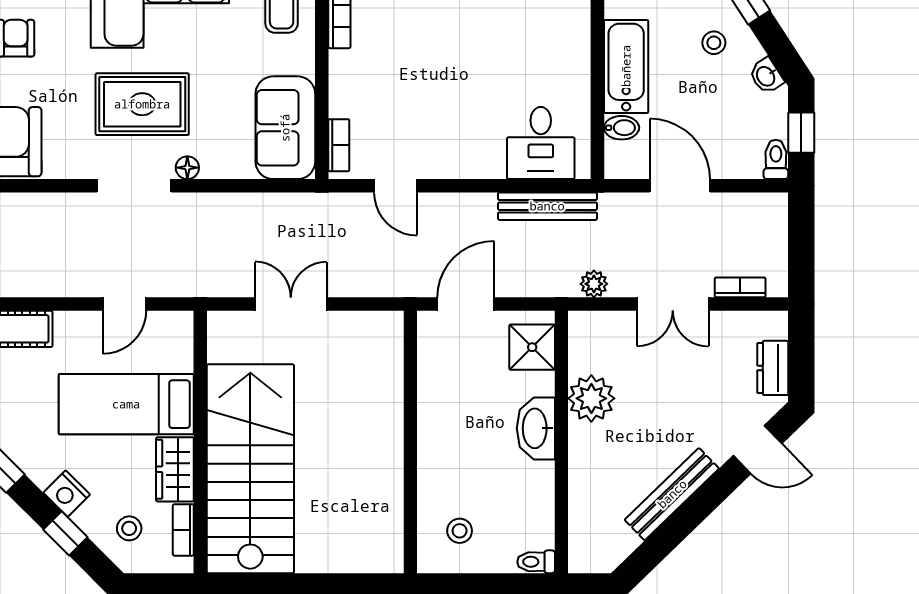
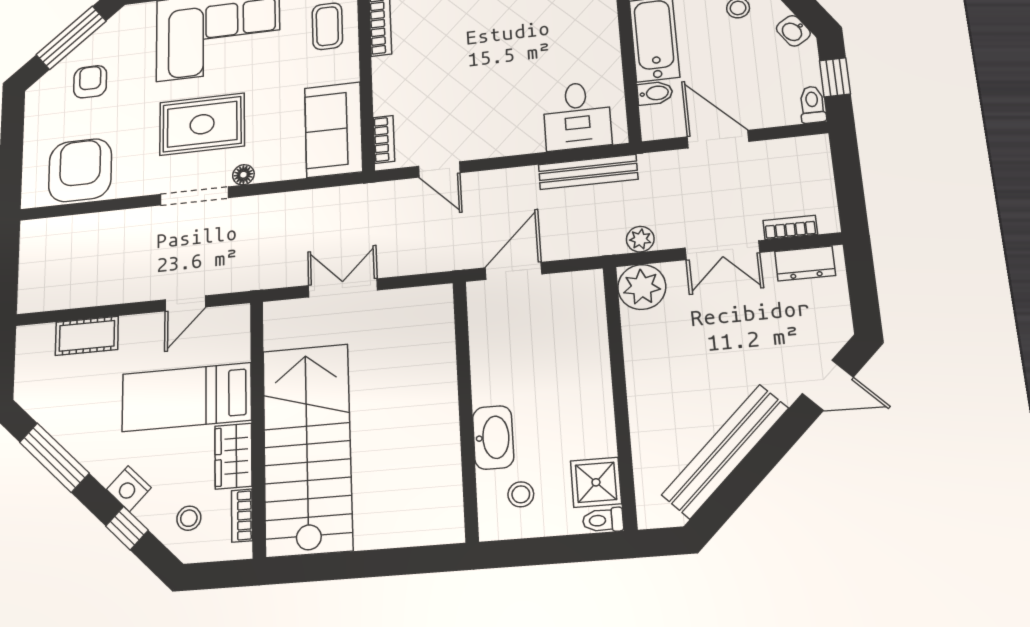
shower: (532, 347) -> (596, 482), moved
dresser: (773, 368) -> (805, 263), moved, turned -90
plant: (591, 398) -> (642, 287), moved
washbasin: (536, 428) -> (493, 437), moved, turned 180
bench: (672, 494) -> (725, 451), width x1.37, depth x1.21

